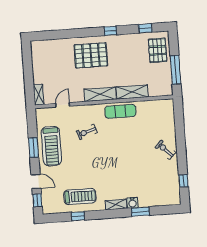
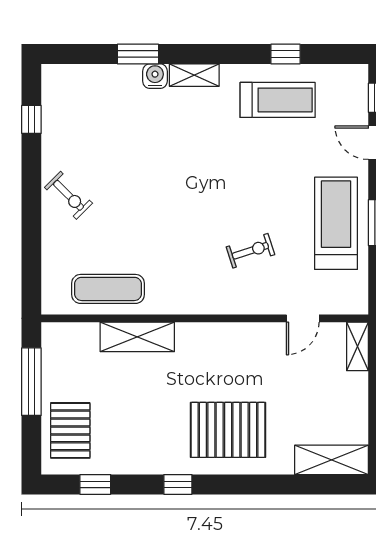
shelving: (100, 94) -> (332, 460), moved
exercise mat: (120, 111) -> (108, 289), moved
treadmill: (80, 196) -> (278, 100), turned 180

